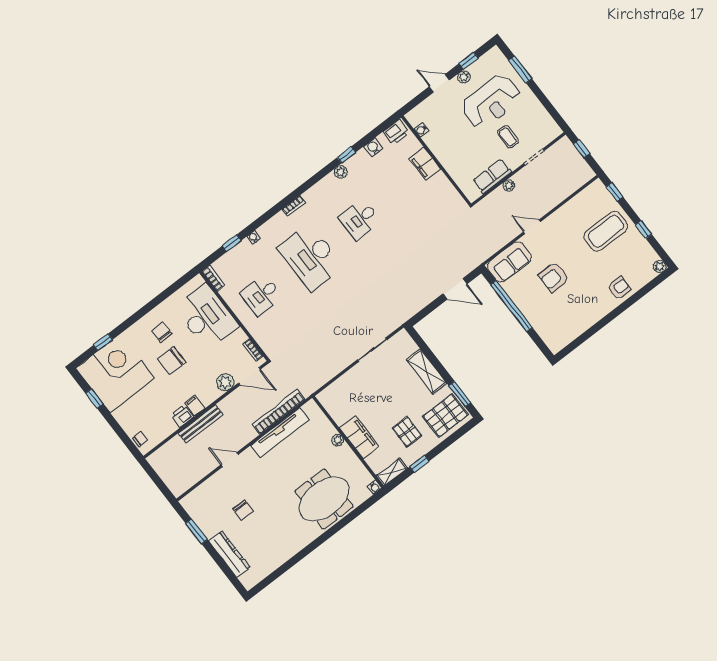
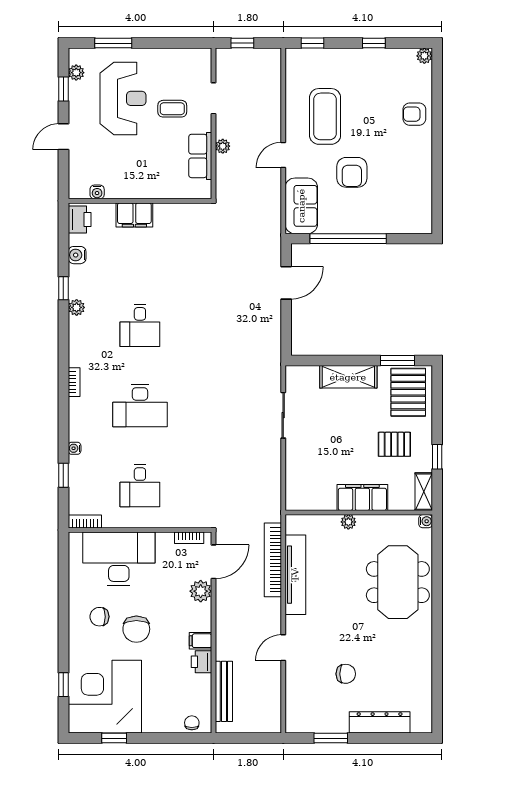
plant: (464, 77) -> (76, 73), moved
coffee table: (606, 231) -> (325, 116), moved
desk: (311, 257) -> (140, 405), width x0.73, depth x0.77
armchair: (619, 288) -> (414, 114), turned -90
bench: (201, 424) -> (224, 691), moved

